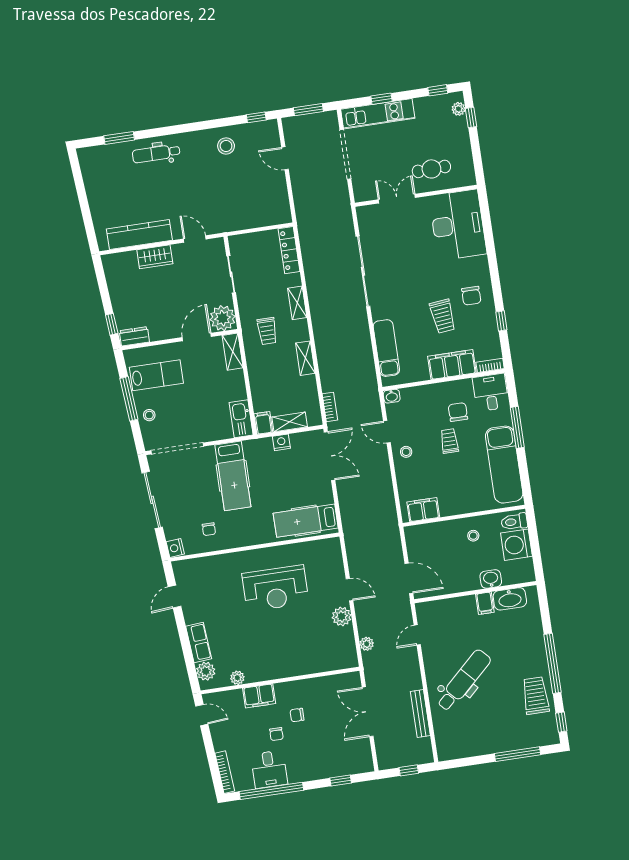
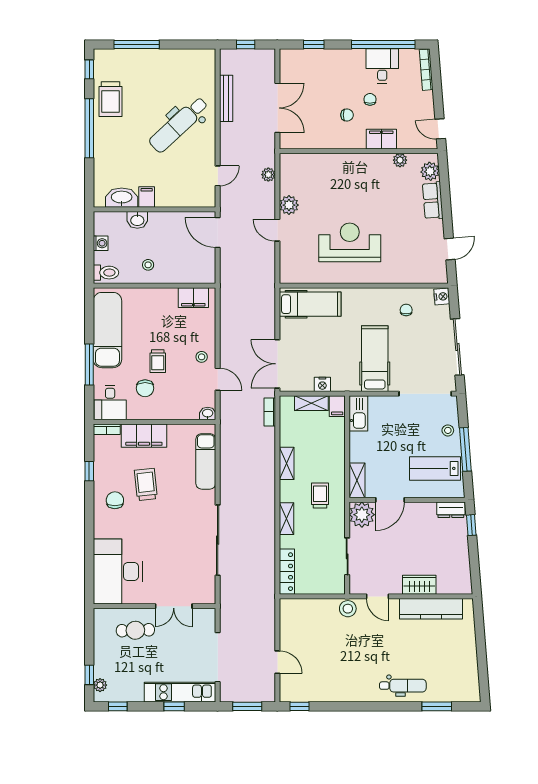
stool: (226, 146) -> (348, 609), moved
washing machine: (516, 545) -> (101, 243), width x0.53, depth x0.53

